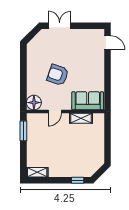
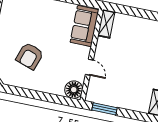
armchair: (58, 75) -> (30, 56), moved
shelving: (81, 118) -> (106, 24), moved

